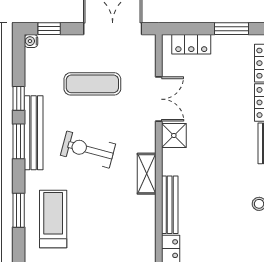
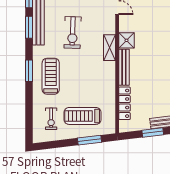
shower: (174, 135) -> (127, 40), moved
exercise bike: (88, 150) -> (73, 33), turned -103

